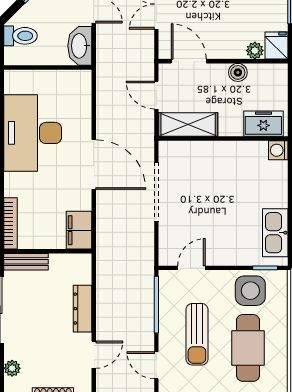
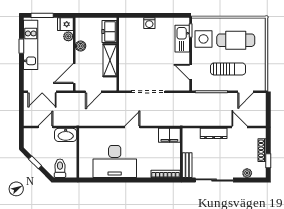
shelving: (188, 125) -> (110, 60), moved
washing machine: (278, 150) -> (149, 23), moved
door: (94, 165) -> (132, 127), width x0.53
kitchen sink: (275, 233) -> (182, 39), moved, turned 90

